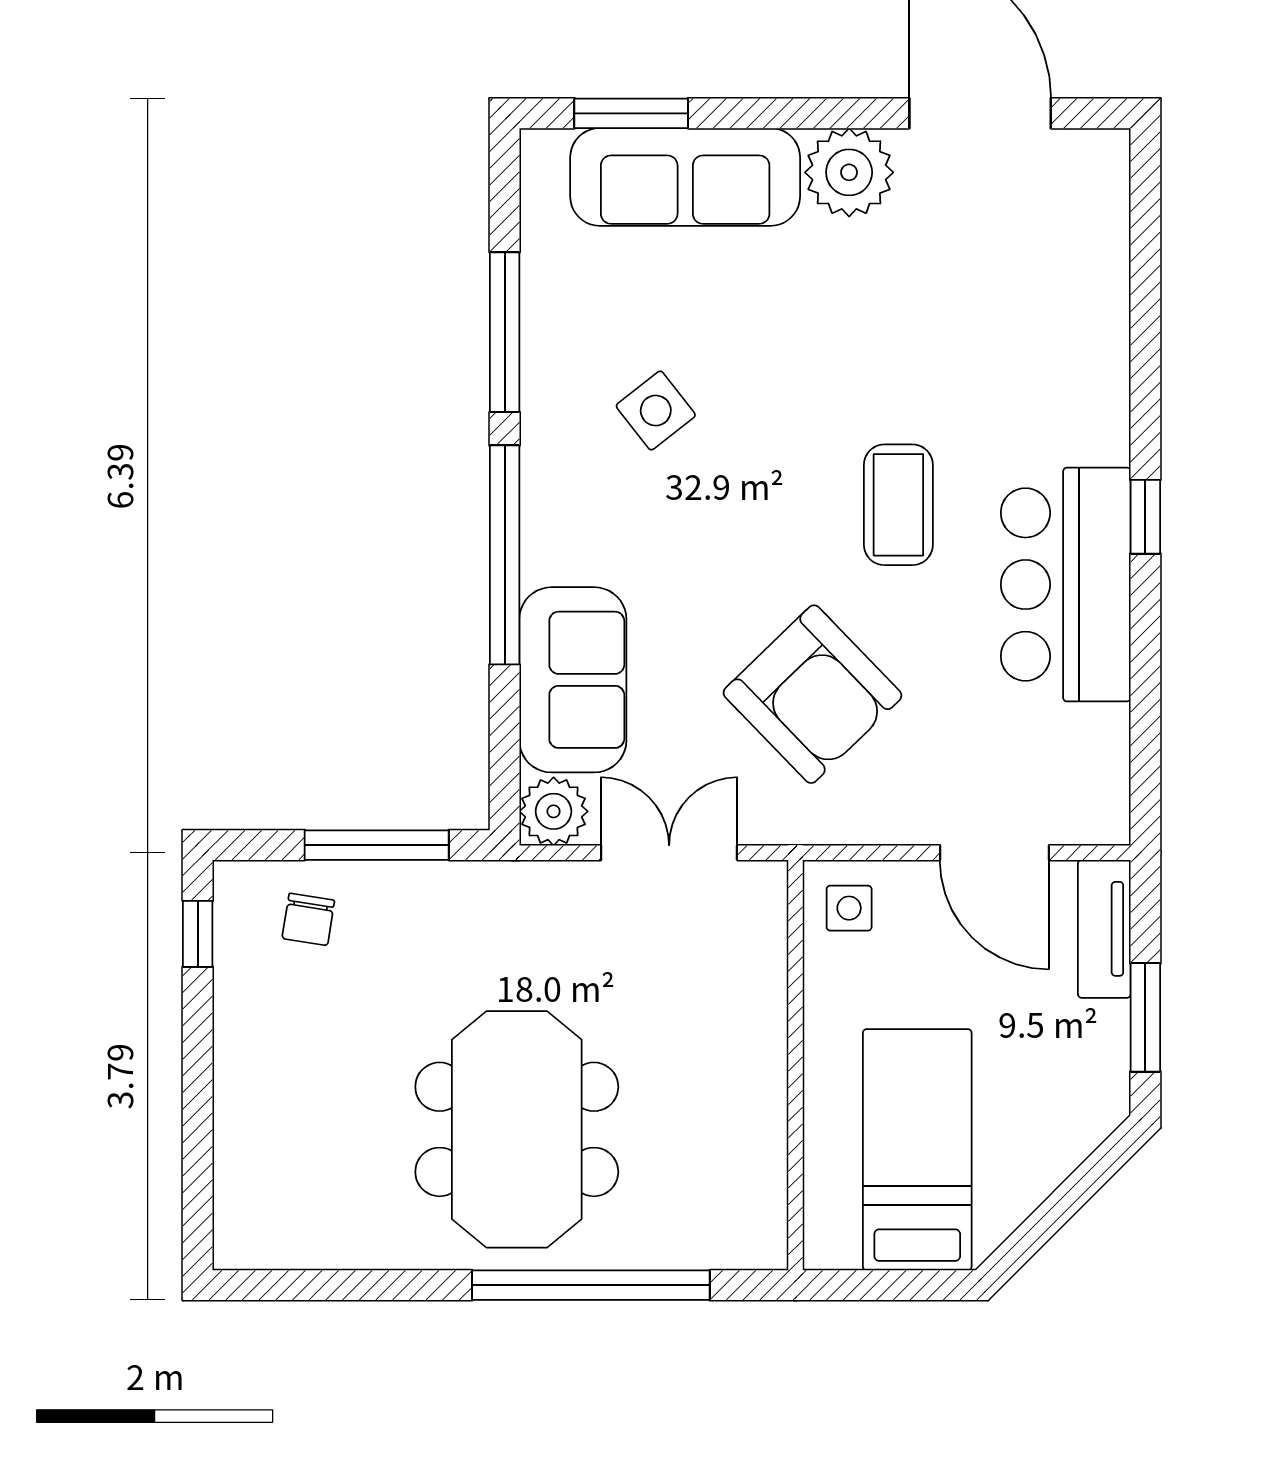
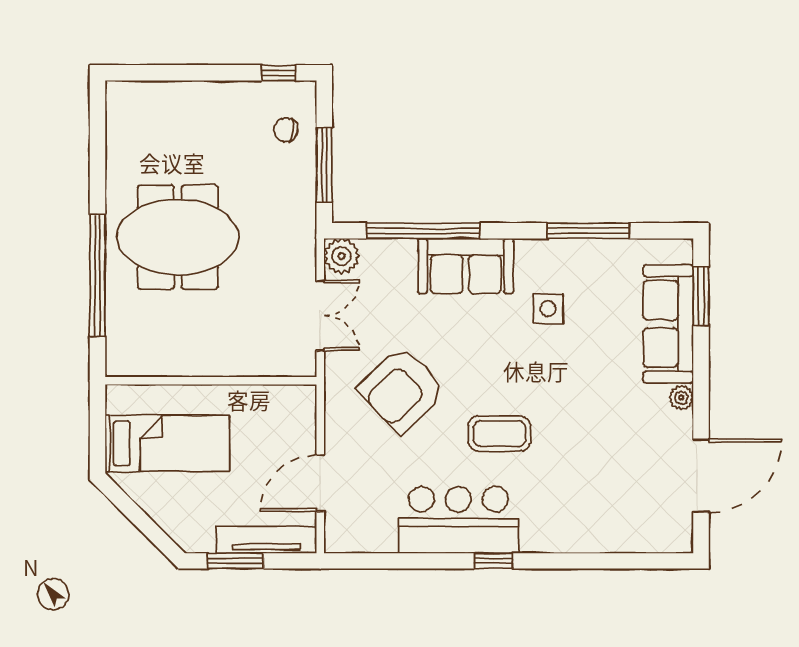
plant: (849, 172) -> (681, 398), width x0.53, depth x0.53
side table: (656, 411) -> (548, 309), turned 38
window: (505, 555) -> (423, 231), moved
sofa: (573, 680) -> (466, 266), moved
side table: (849, 908) -> (292, 408), removed
tv unit: (1104, 929) -> (267, 540), width x1.41

